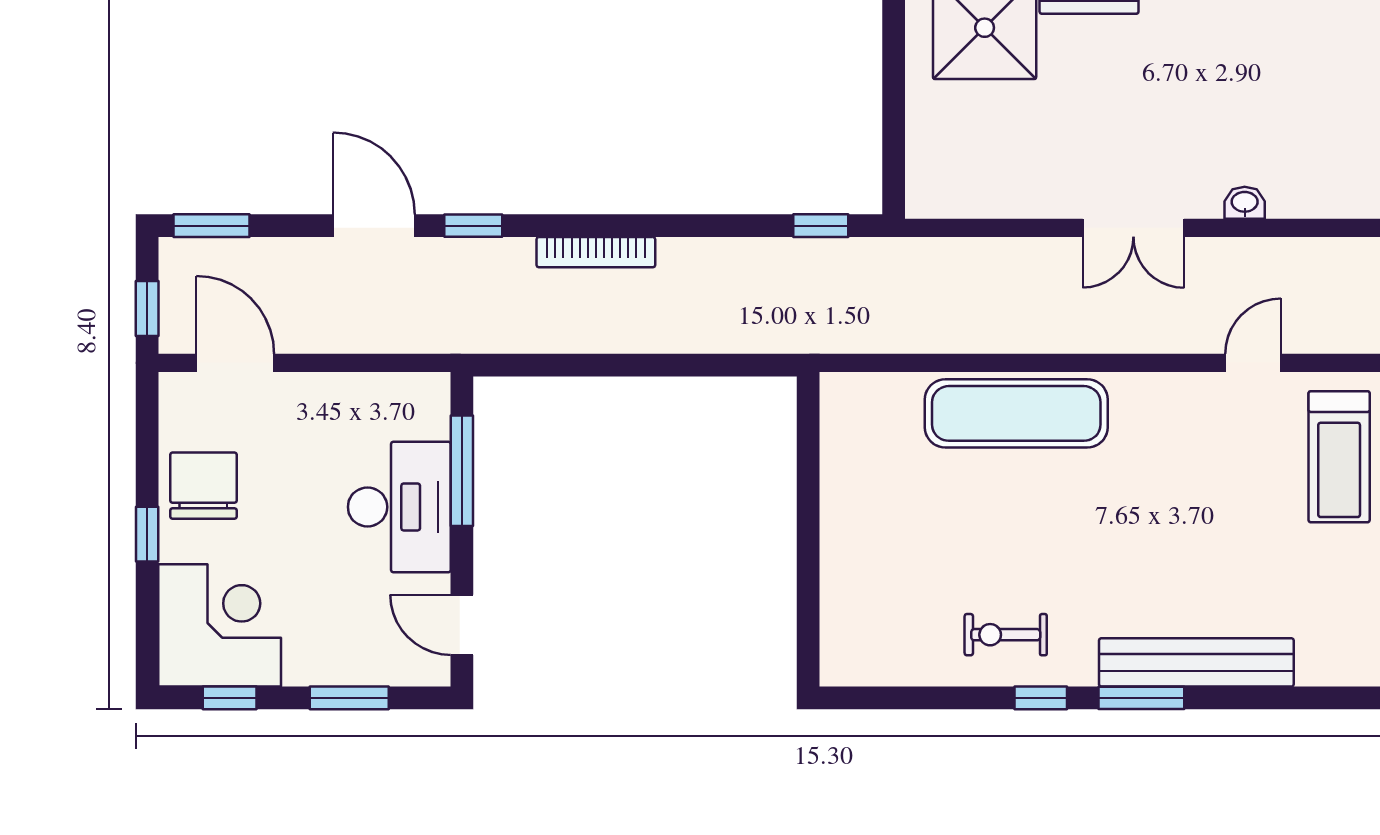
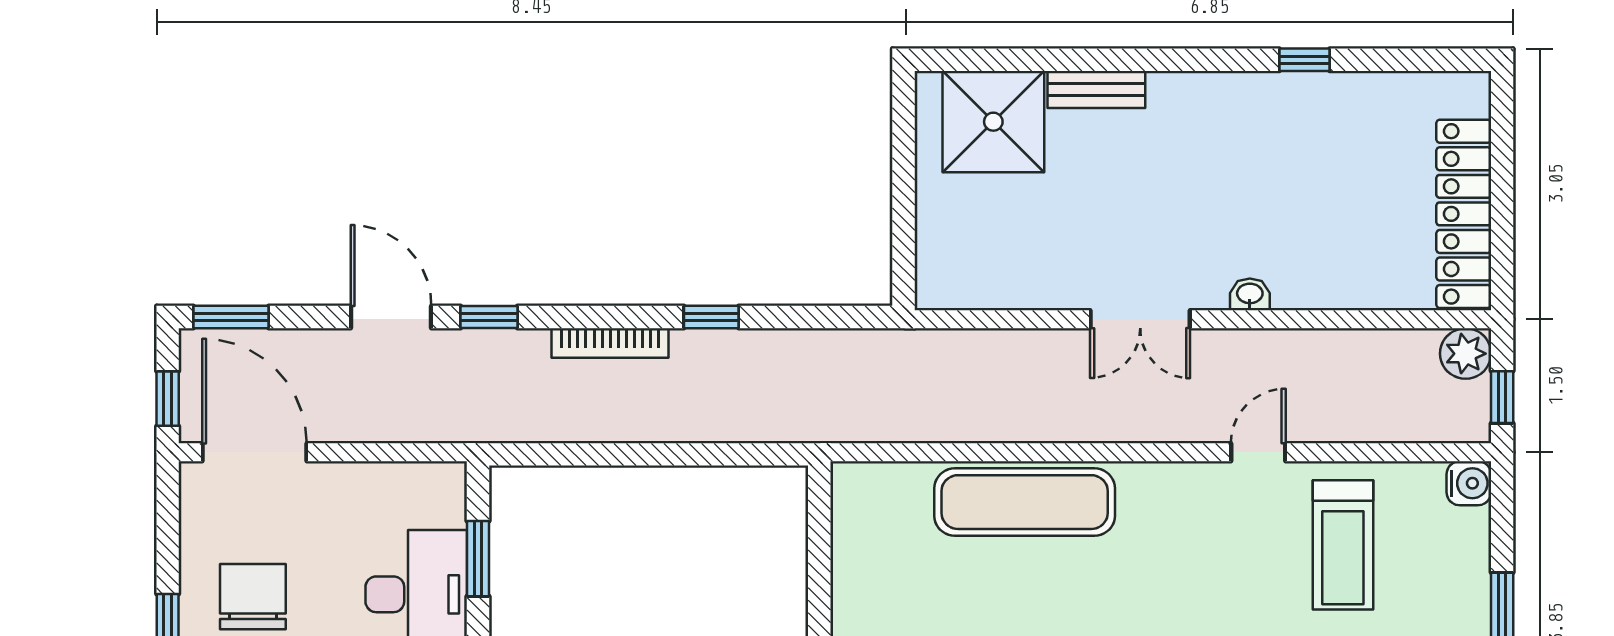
window: (821, 226) -> (711, 317), moved
door: (235, 363) -> (254, 452), width x1.36
window: (462, 471) -> (478, 559), width x0.69
chair: (203, 486) -> (253, 597), moved

